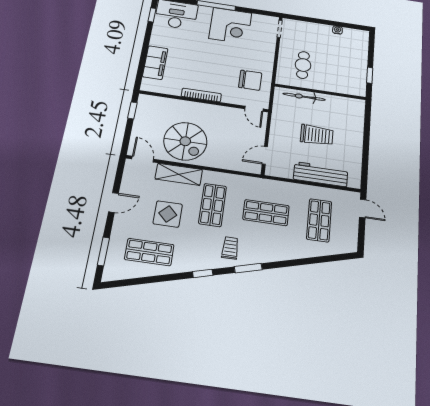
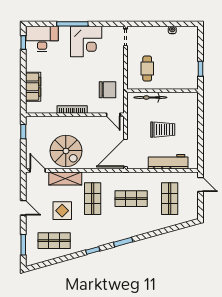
door: (265, 155) -> (126, 153), width x1.87
door: (113, 203) -> (23, 208), hinge flipped
trolley: (230, 248) -> (109, 229), removed

